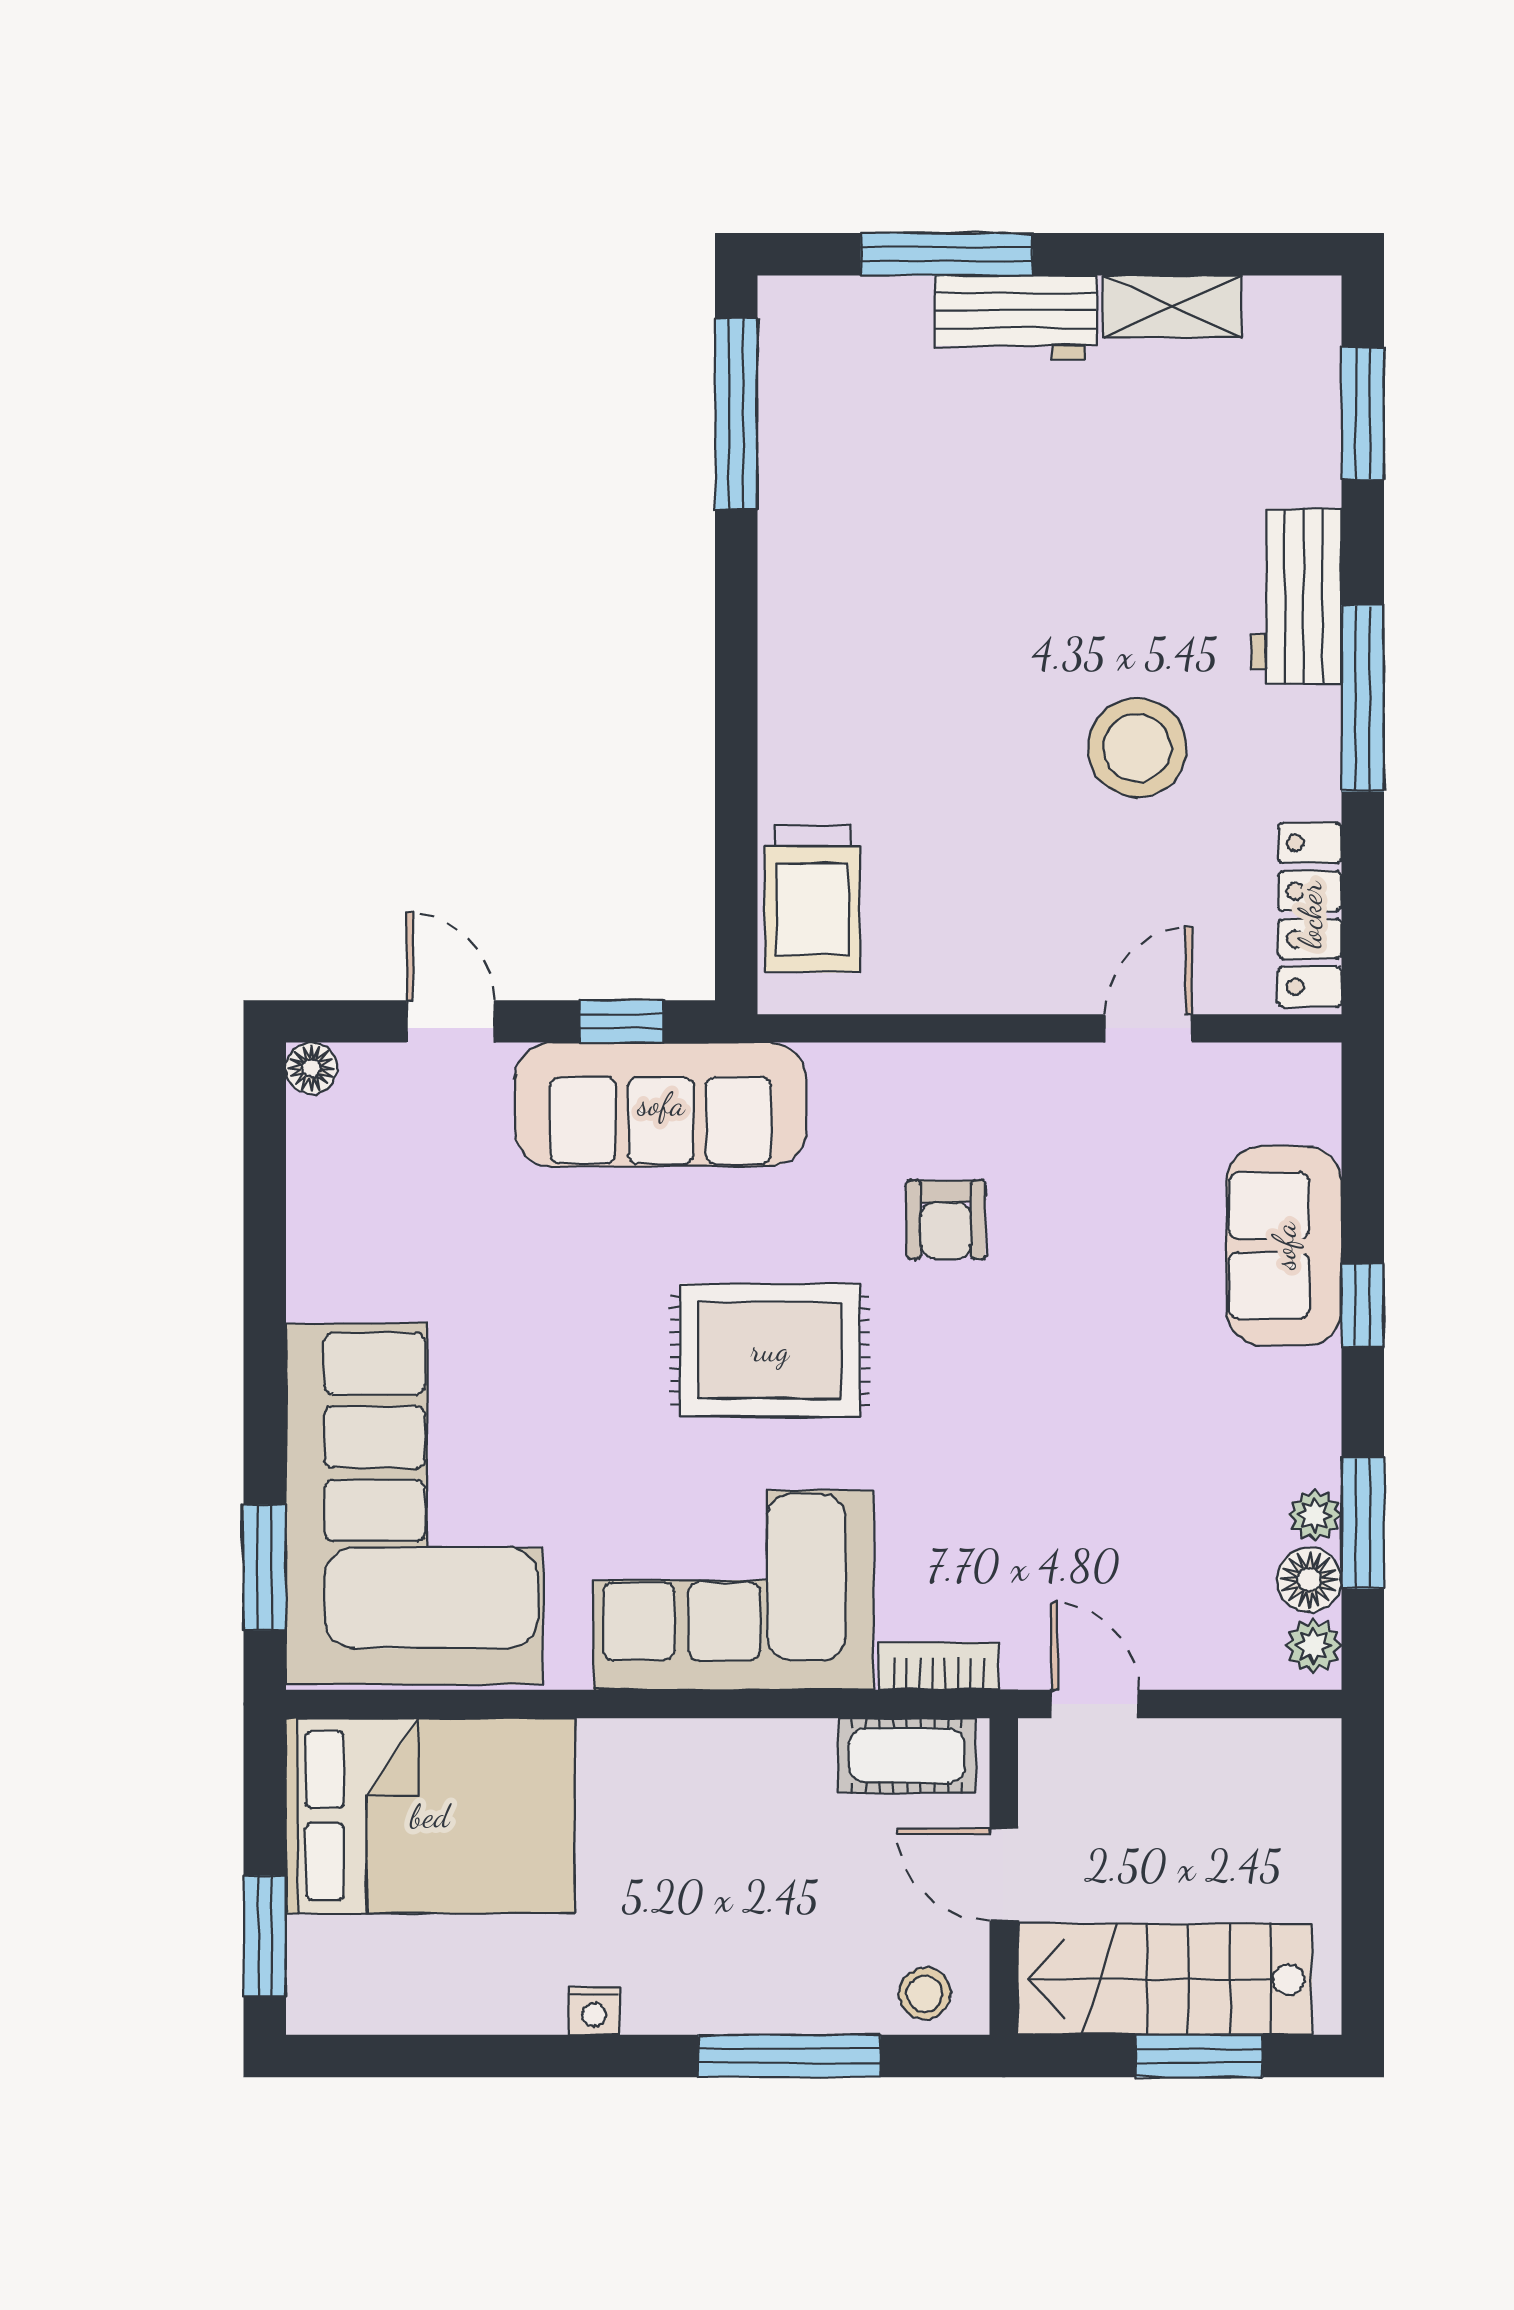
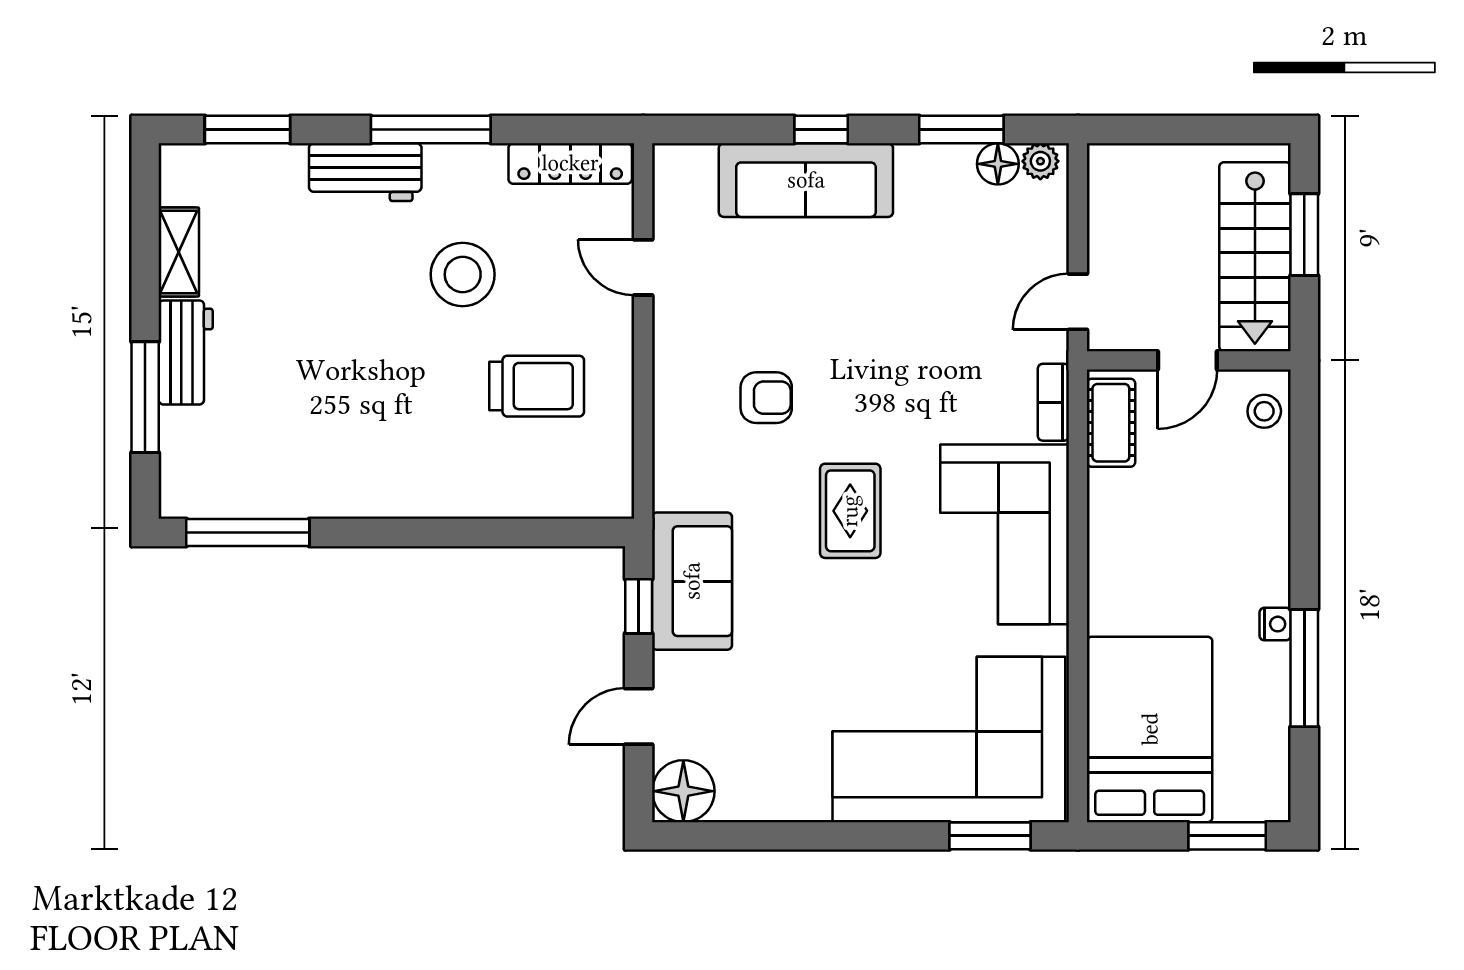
trolley: (812, 899) -> (537, 386), moved
floor lamp: (311, 1068) -> (683, 791), width x1.89, depth x1.89
sofa: (661, 1104) -> (692, 581), width x0.73
sofa: (1284, 1246) -> (806, 180), width x1.36
rug: (770, 1350) -> (850, 511), width x0.73, depth x0.70
plant: (1315, 1515) -> (956, 160), removed
window: (789, 2056) -> (1304, 668), moved

